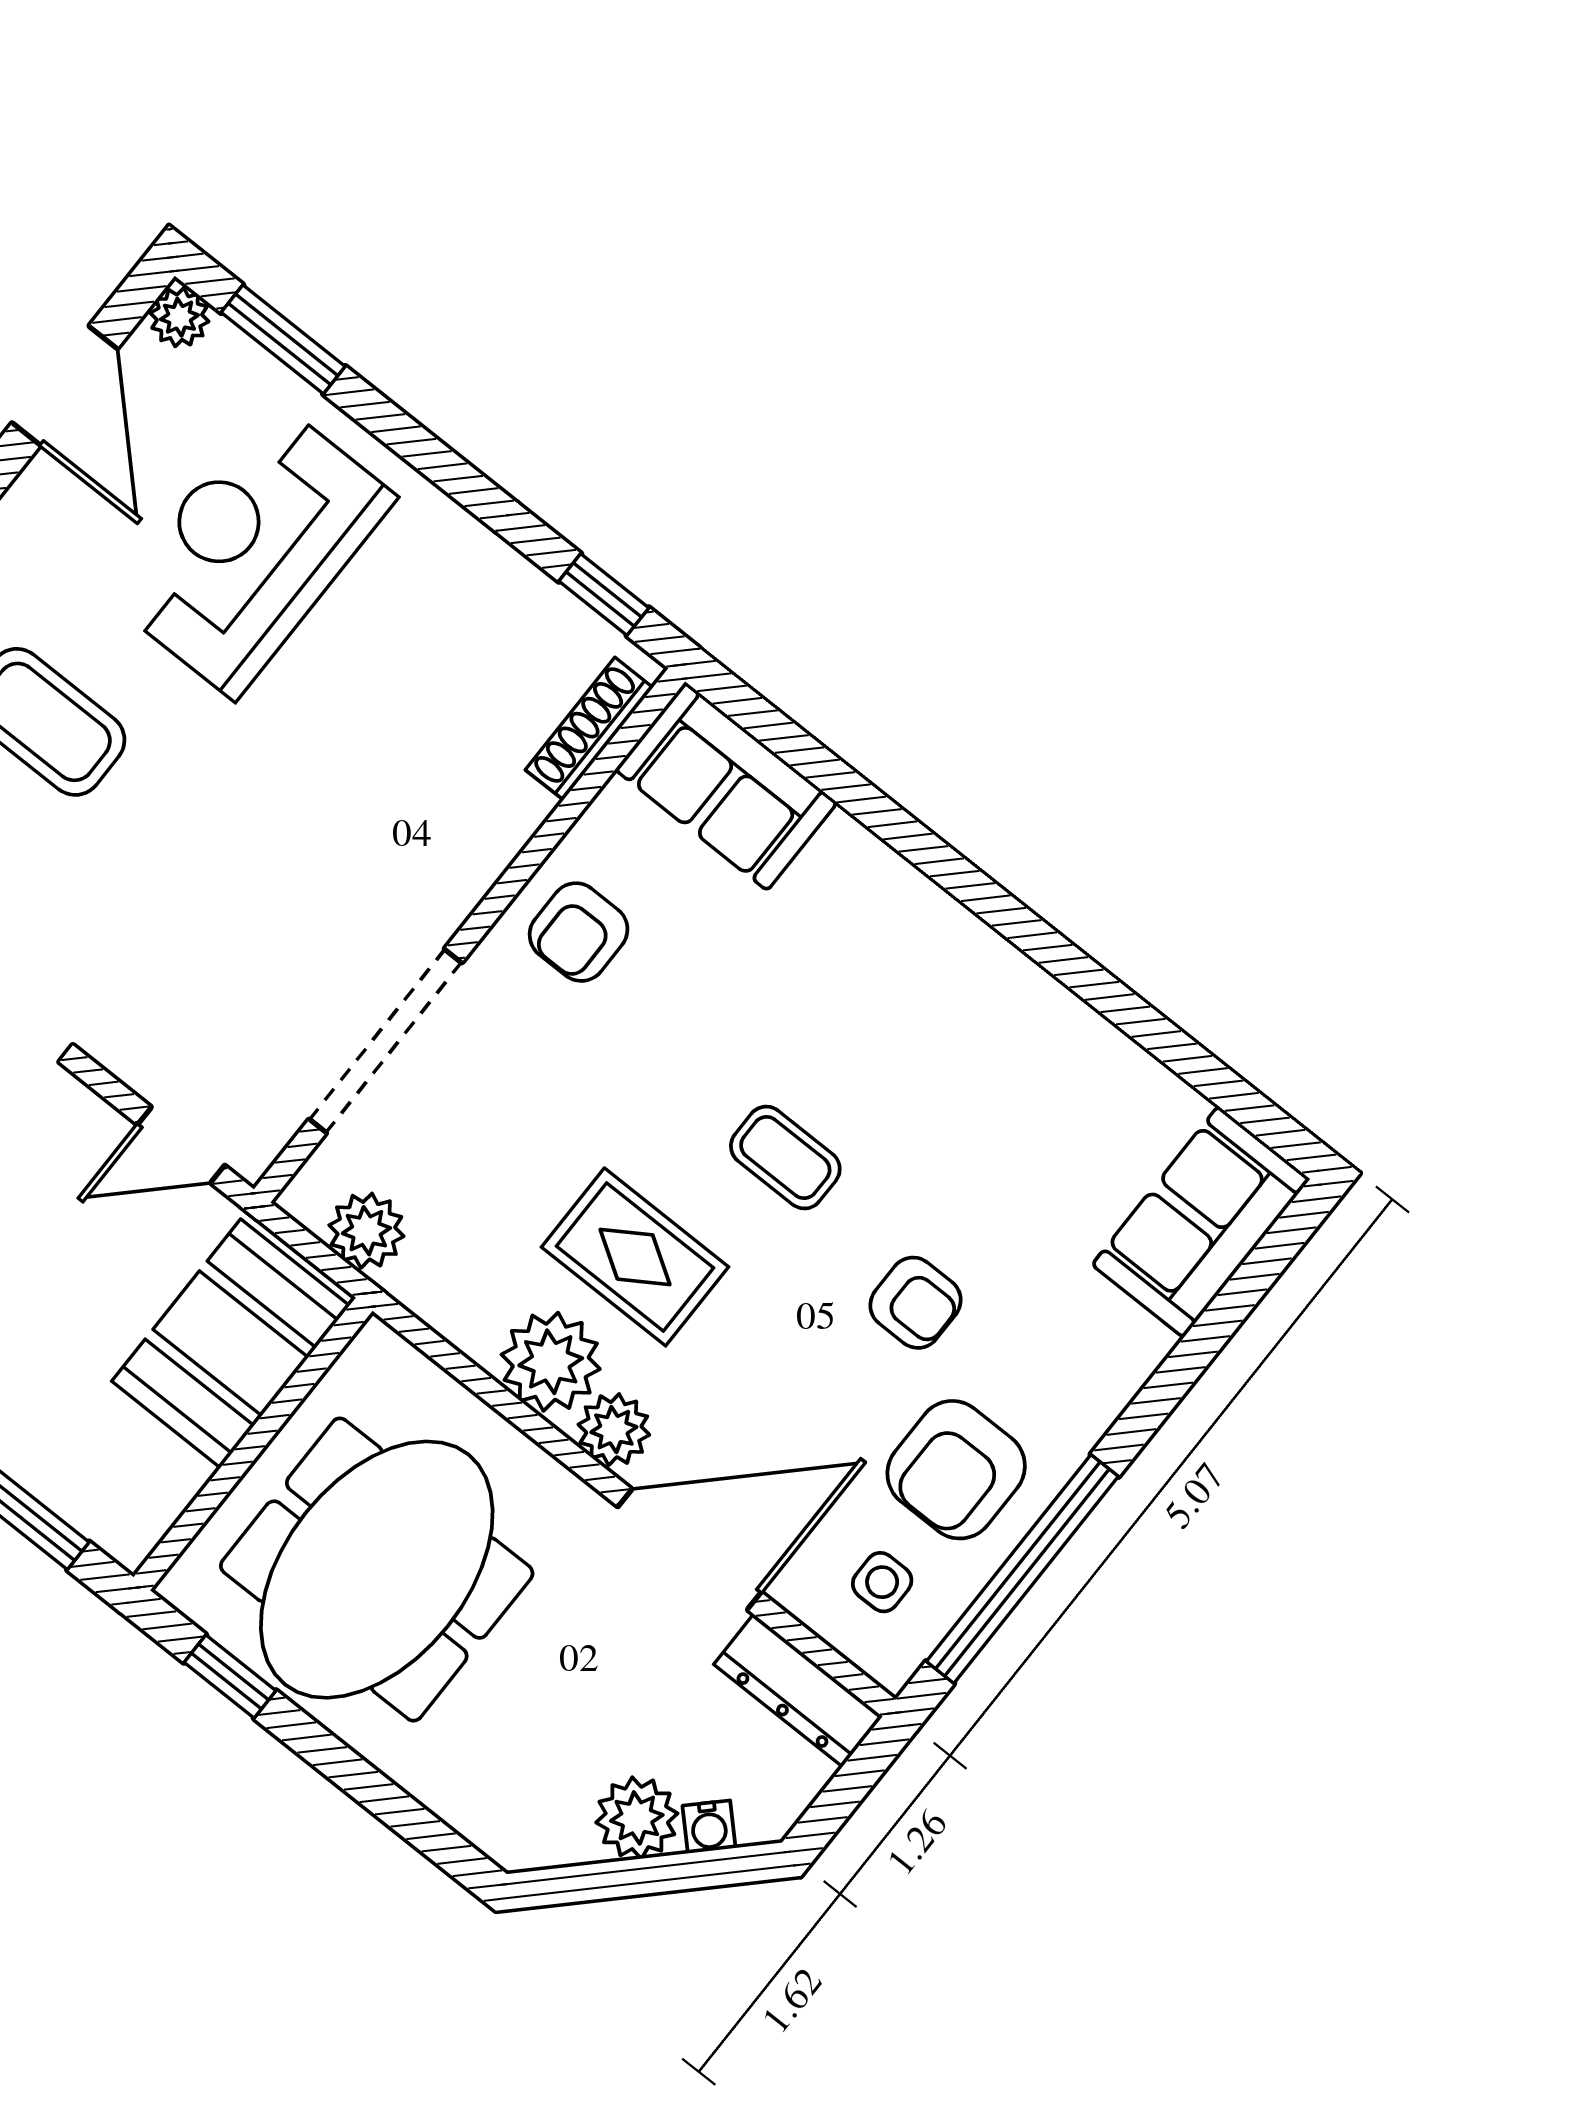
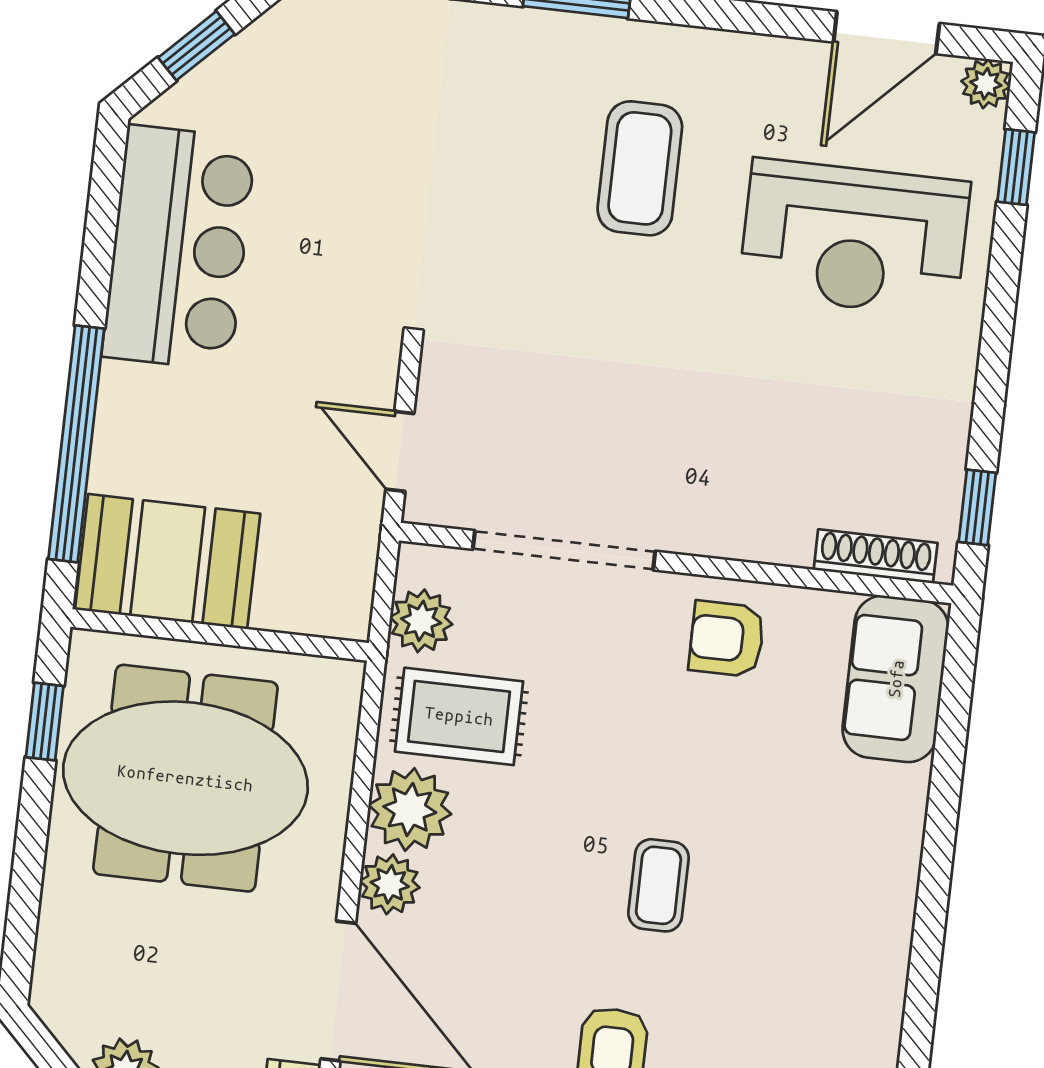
window: (283, 339) -> (1016, 167), width x0.67
reception desk: (253, 549) -> (854, 238), turned 180
rug: (635, 1257) -> (459, 716), moved, turned 90
booth: (231, 1343) -> (168, 562), moved

